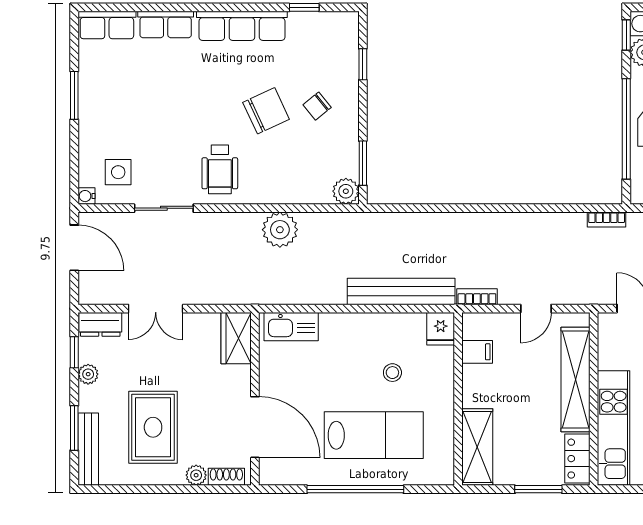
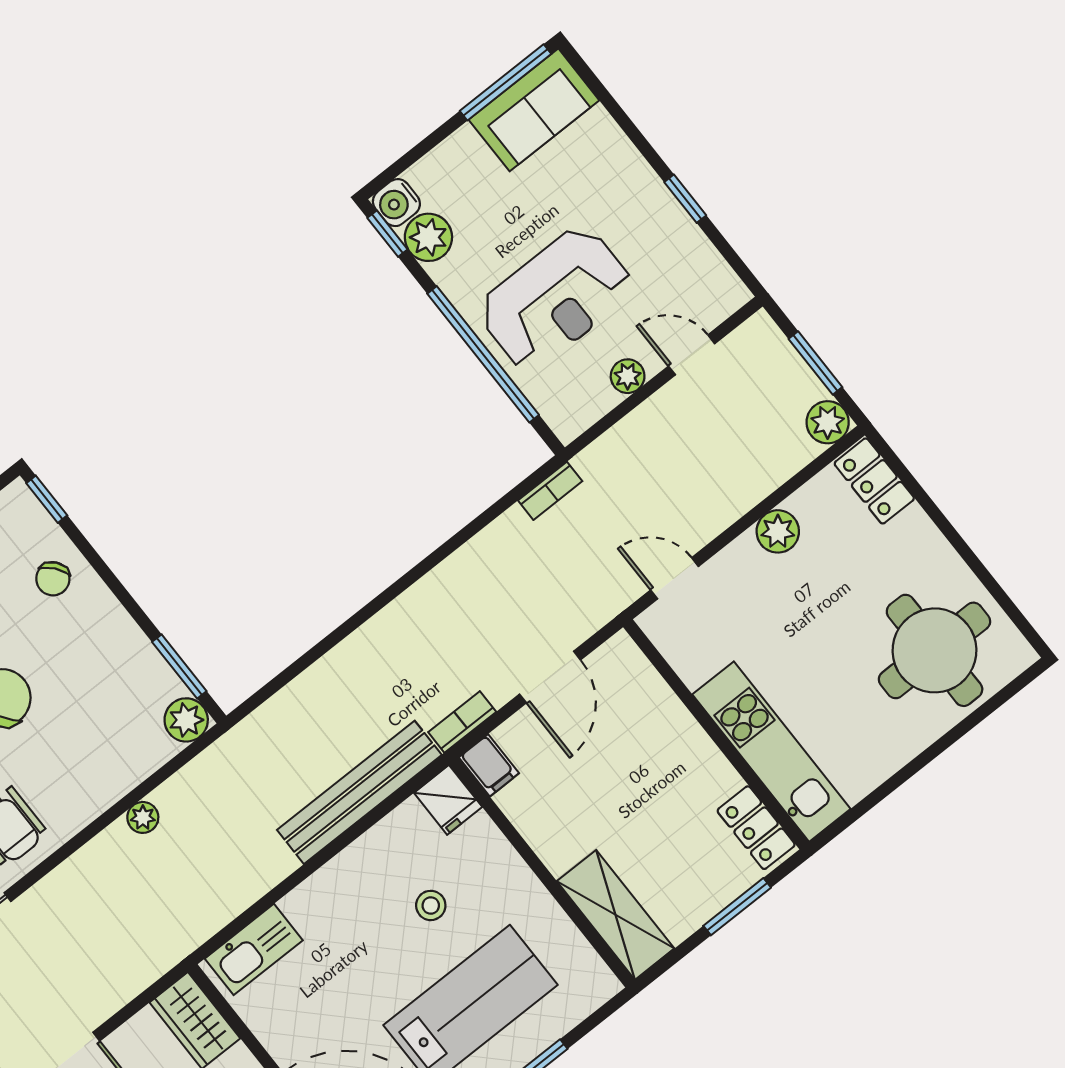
window: (363, 64) -> (47, 499), moved
chair: (317, 106) -> (53, 579), moved
plant: (280, 230) -> (143, 817), width x0.53, depth x0.53
door: (536, 309) -> (550, 677), width x1.38
filing cabinet: (477, 352) -> (489, 765), moved, turned 90
shelving: (576, 379) -> (673, 728), removed

